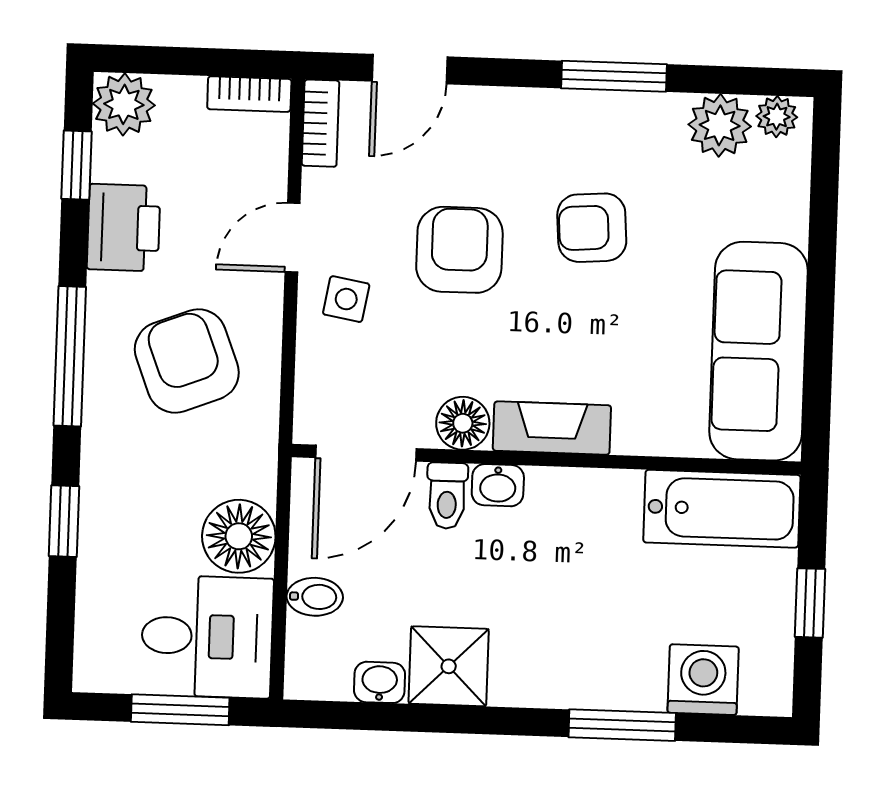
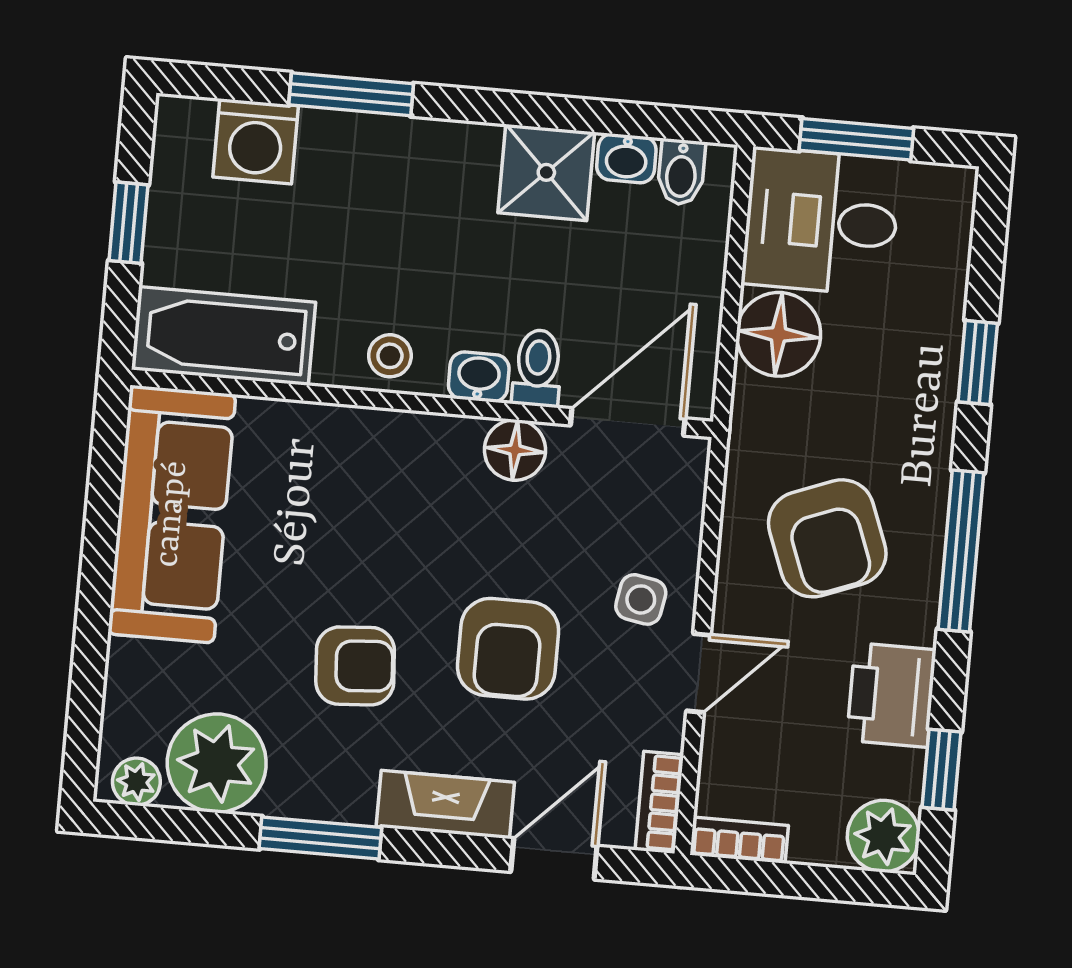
plant: (720, 125) -> (217, 763), width x1.36, depth x1.36
fireplace: (552, 428) -> (445, 804), moved, turned 180
stool: (576, 499) -> (390, 356), added
bidet: (315, 597) -> (681, 172), moved, turned -90

